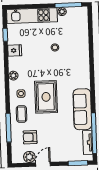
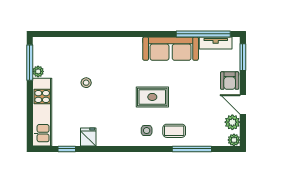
plant: (13, 76) -> (234, 140), moved
rug: (46, 97) -> (152, 97), width x0.73, depth x0.70
armchair: (30, 137) -> (230, 81), moved

